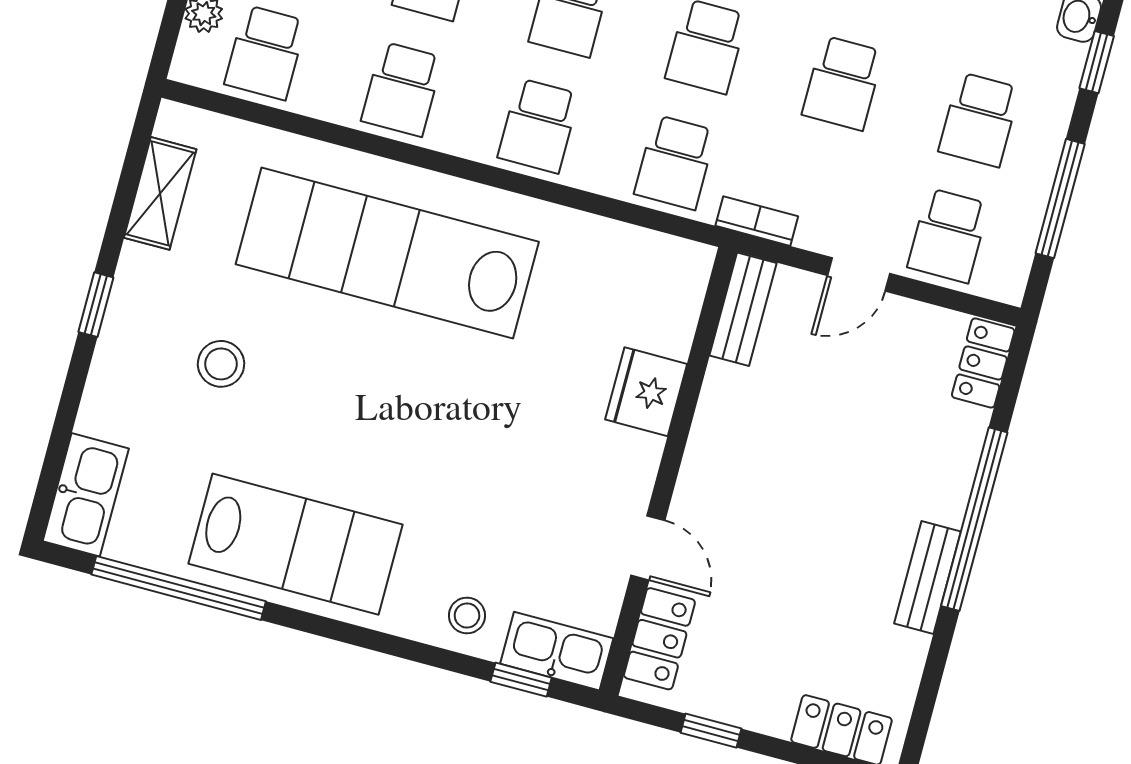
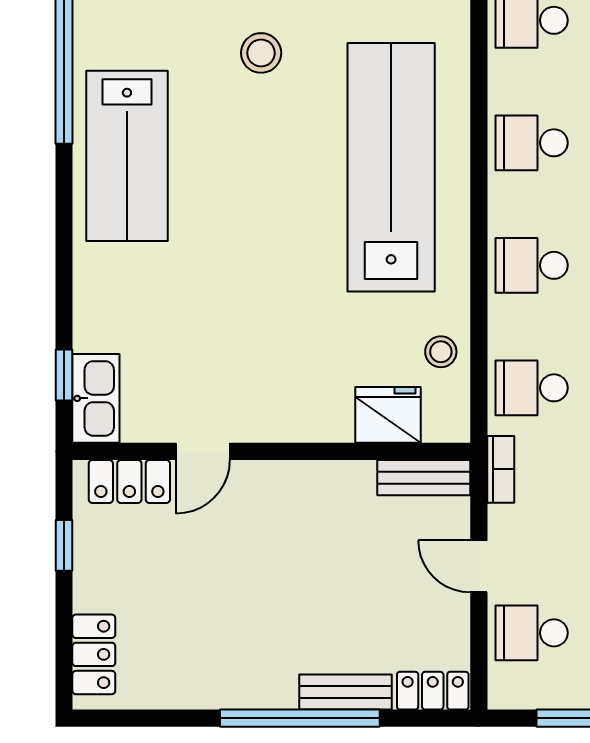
fridge: (646, 392) -> (388, 415), moved
bench: (927, 577) -> (346, 692), moved
stool: (467, 615) -> (441, 352), moved

